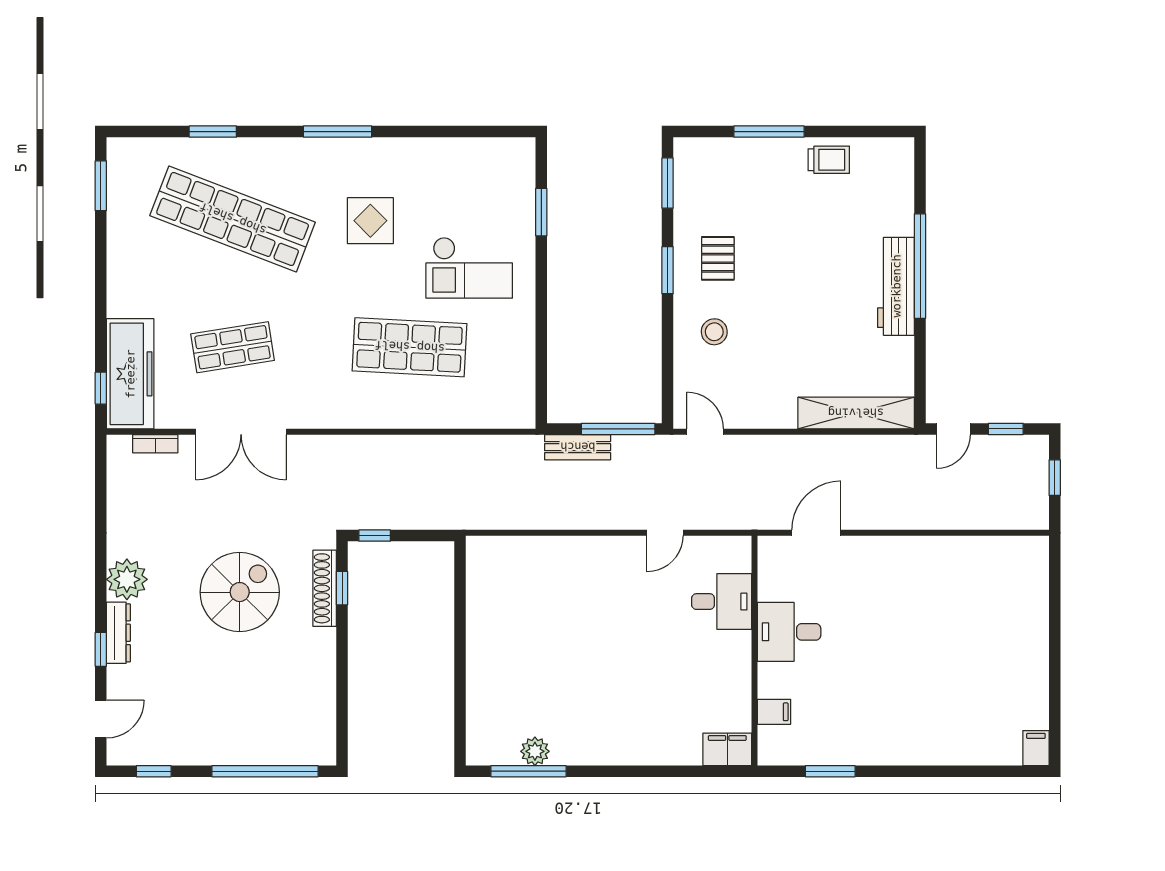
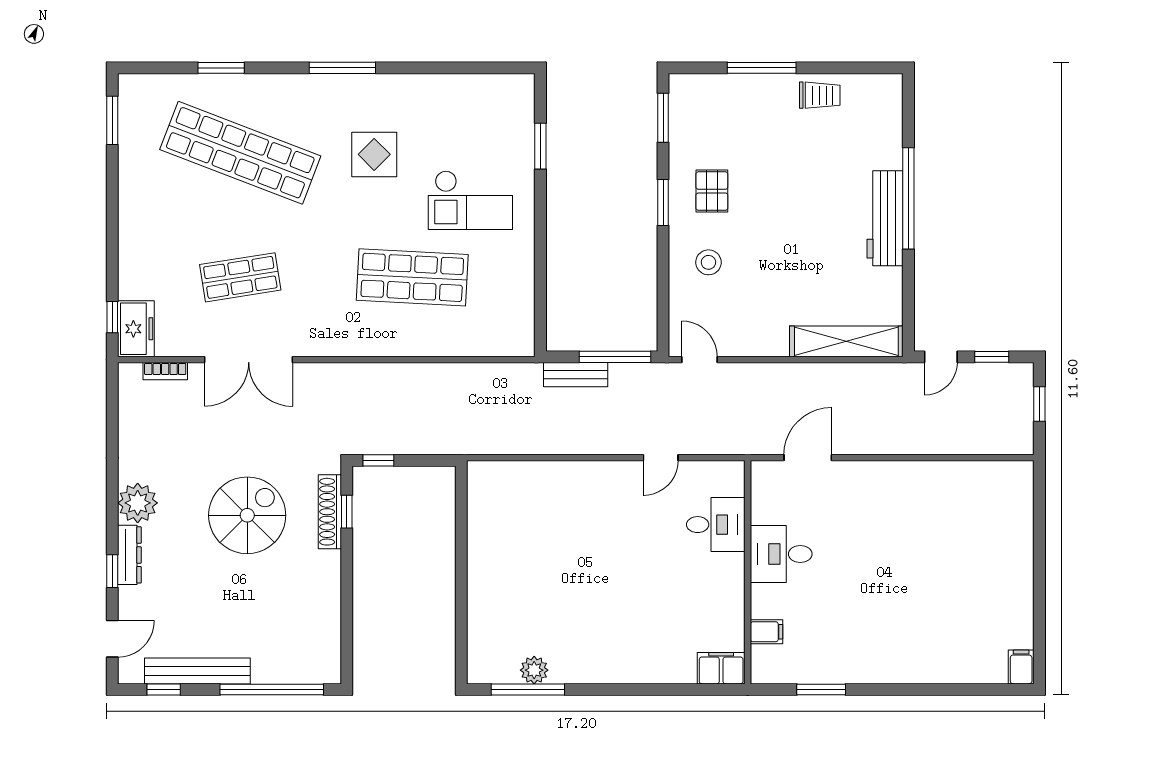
freezer: (130, 374) -> (136, 329), width x0.52, depth x0.79
bench: (188, 752) -> (197, 671), added

